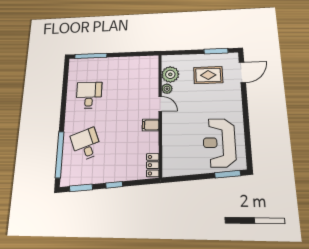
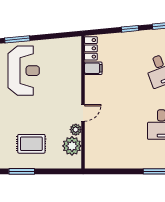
door: (160, 104) -> (83, 113), swing flipped
filing cabinet: (151, 125) -> (93, 68), moved

